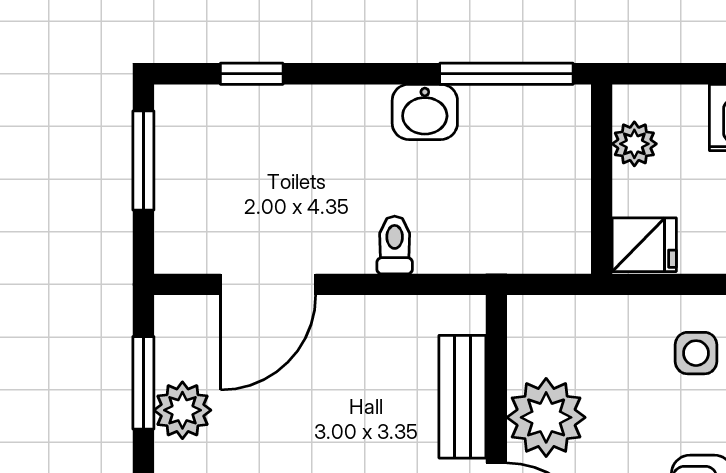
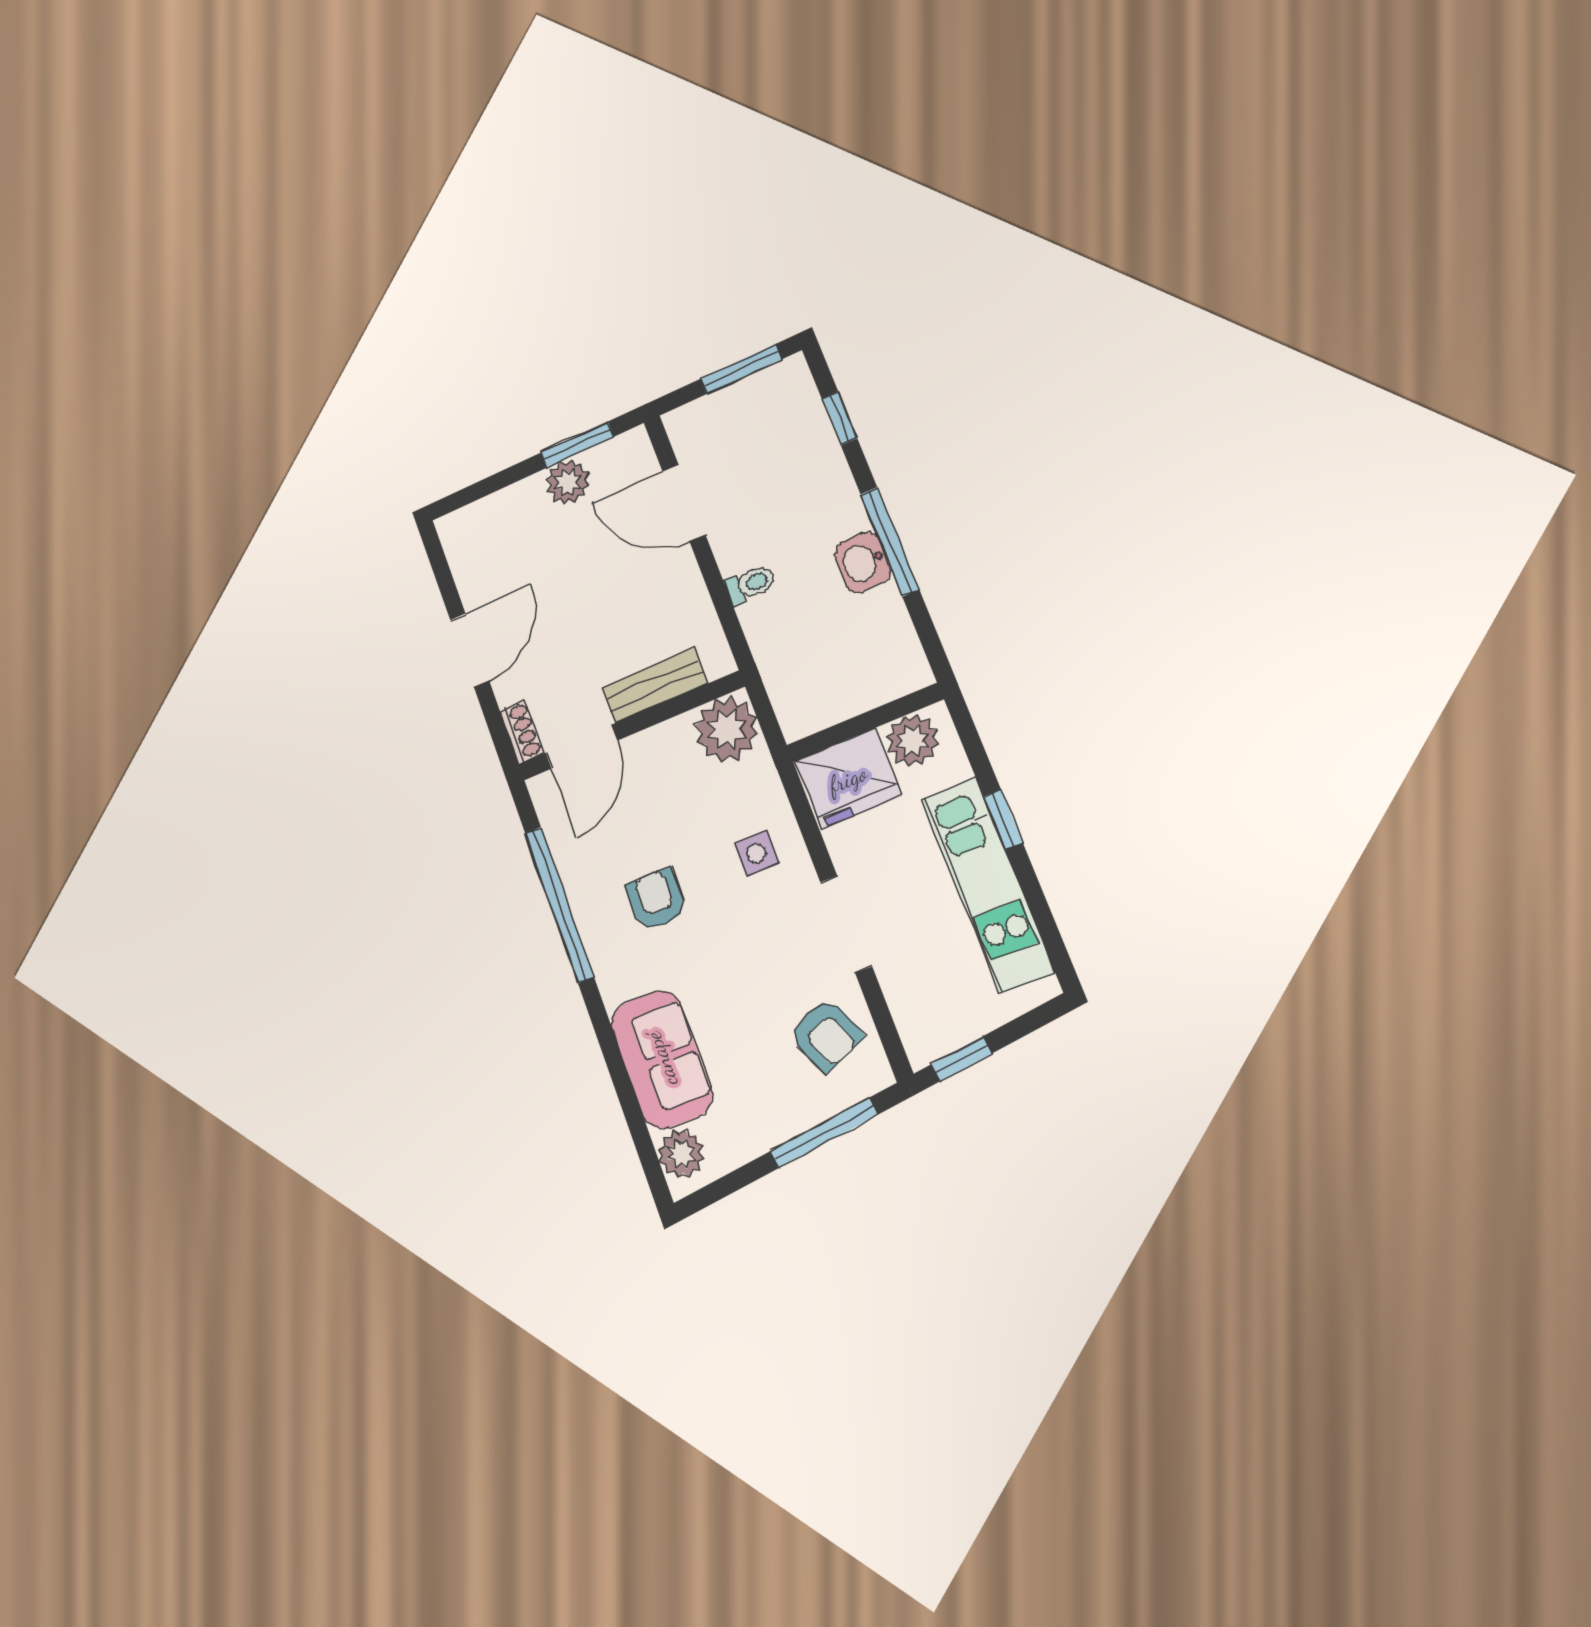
window: (506, 74) -> (890, 542), moved
plant: (634, 144) -> (912, 741), width x1.38, depth x1.38
fridge: (644, 245) -> (848, 779), width x1.88, depth x1.34
plant: (546, 417) -> (727, 730), moved

